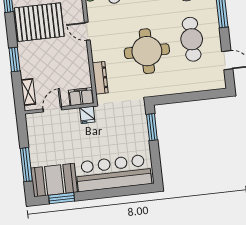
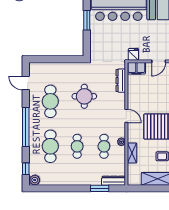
round table: (147, 51) -> (84, 96), width x0.73, depth x0.73
window: (152, 127) -> (87, 20), moved

